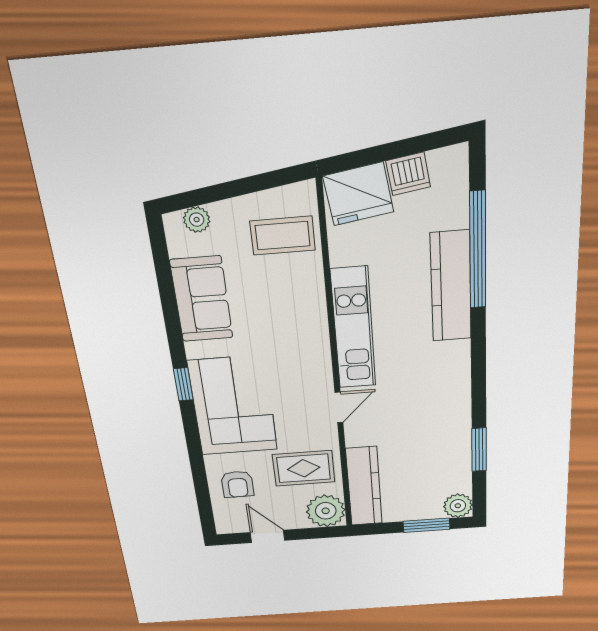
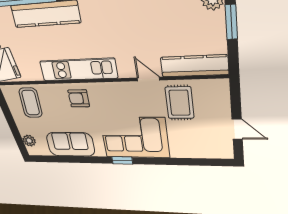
door: (339, 407) -> (148, 79), moved
armchair: (237, 484) -> (79, 98), moved, turned 180
plant: (326, 511) -> (216, 91), removed
door: (268, 536) -> (237, 129), swing flipped

